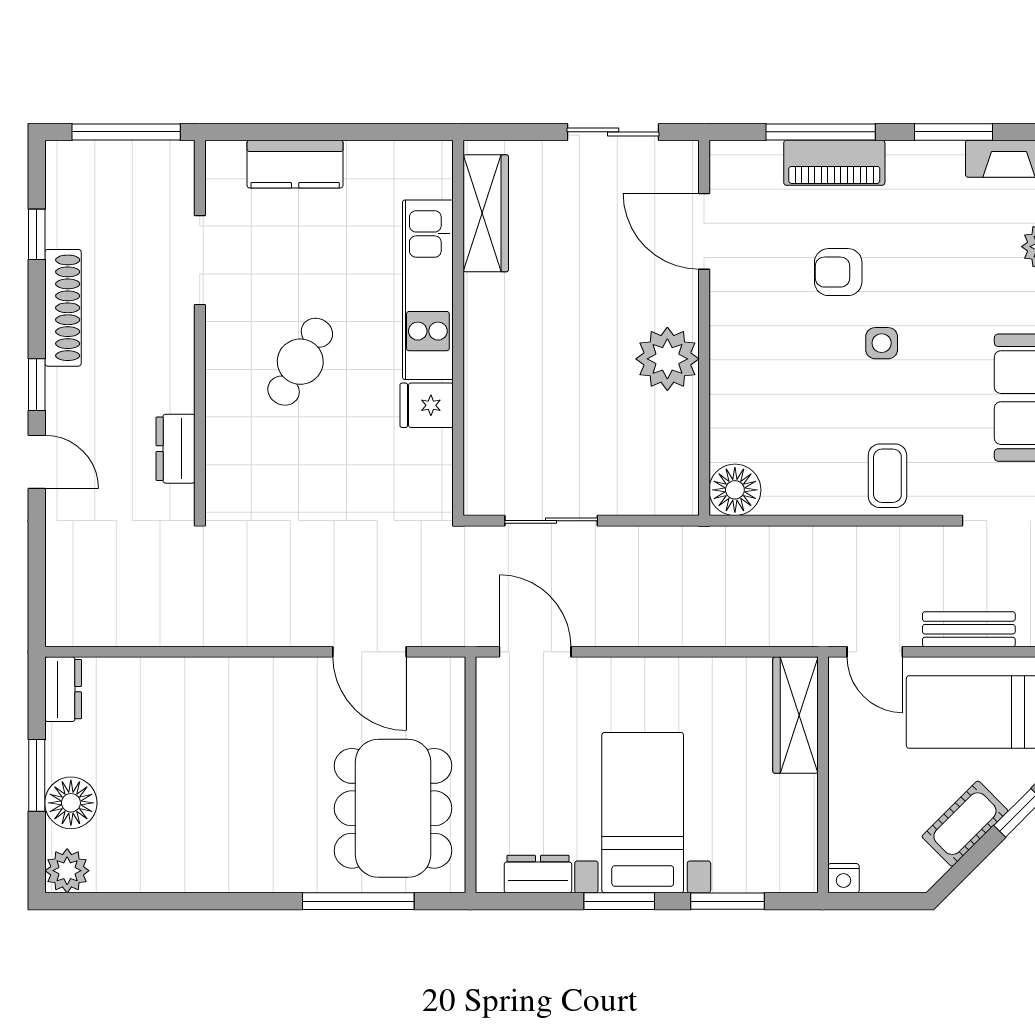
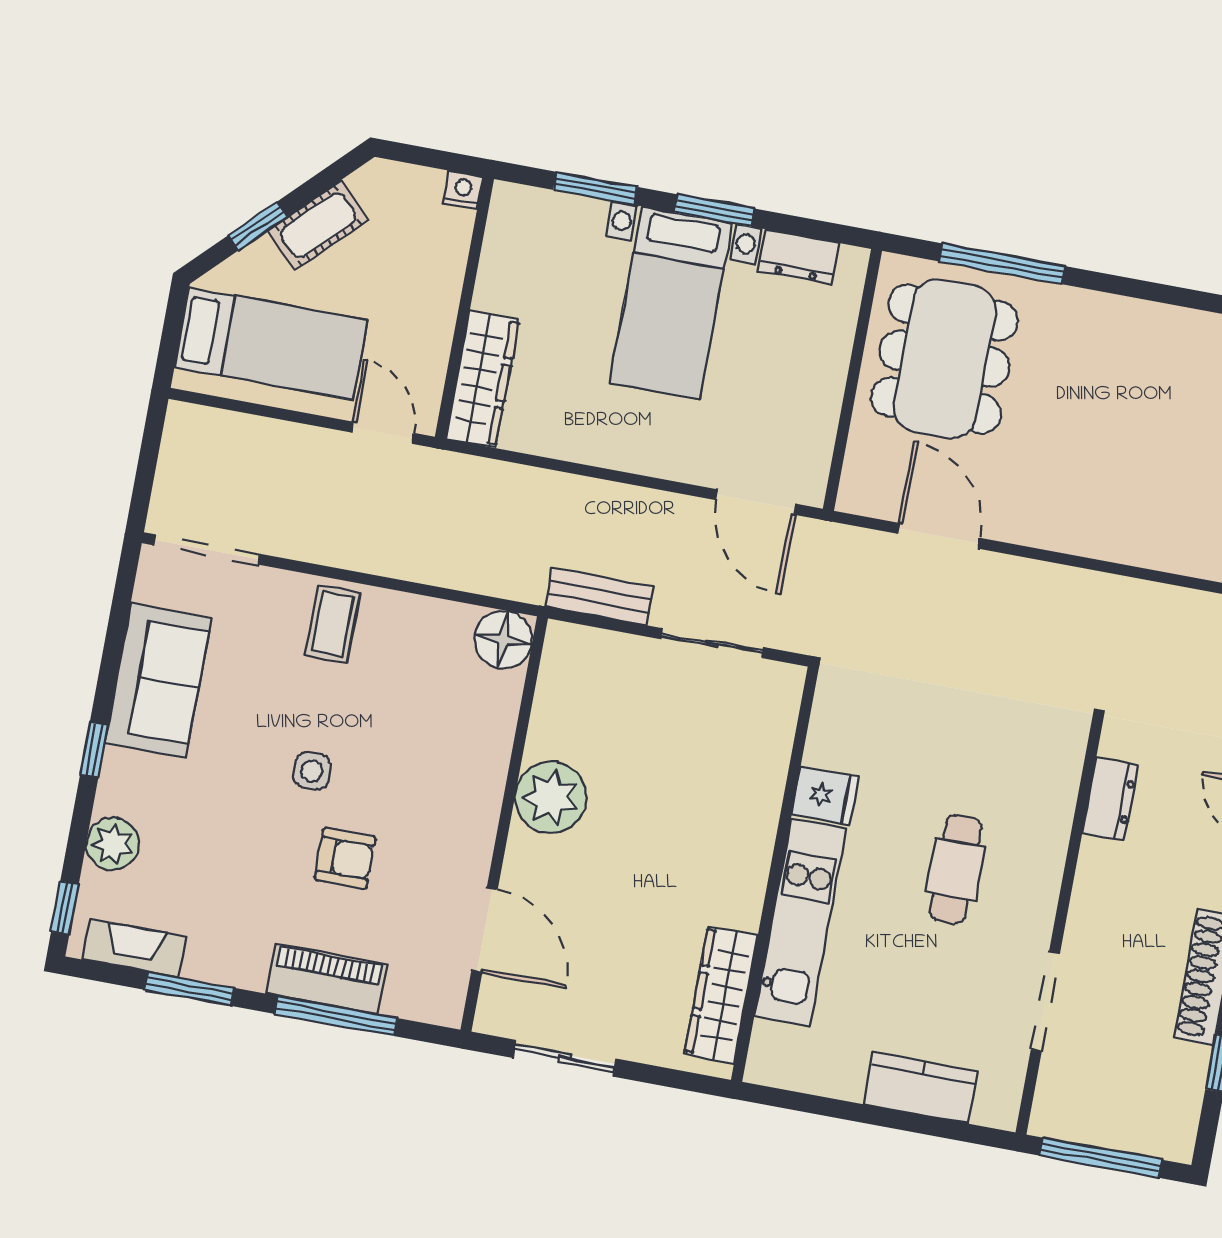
cafe table: (300, 362) -> (956, 869), turned -30
bench: (969, 629) -> (600, 597), moved

